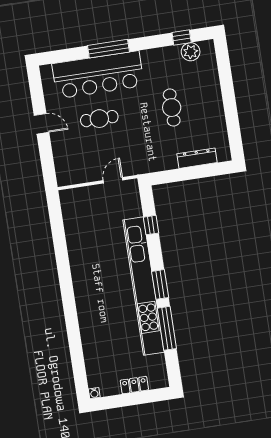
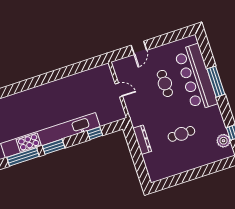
door: (41, 124) -> (139, 48), moved
dresser: (197, 158) -> (142, 140), moved
door: (113, 180) -> (119, 90), moved

